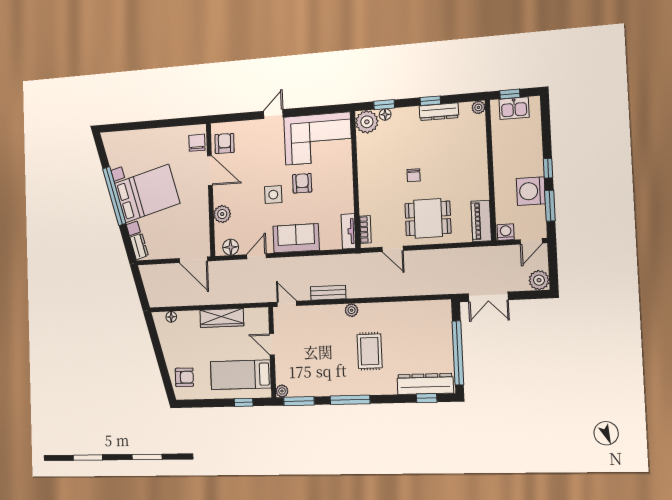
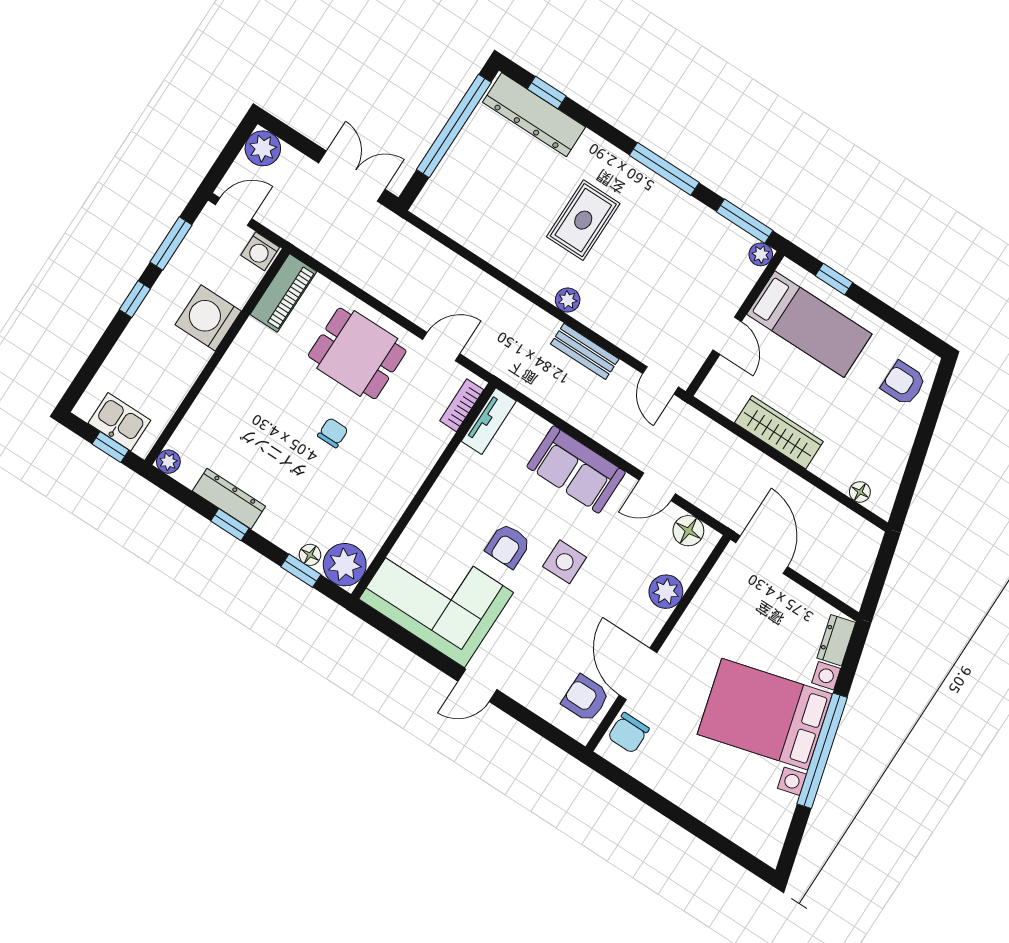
armchair: (225, 143) -> (586, 698), turned 89
washing machine: (531, 191) -> (208, 318), moved, turned 180
door: (393, 249) -> (441, 347), hinge flipped

